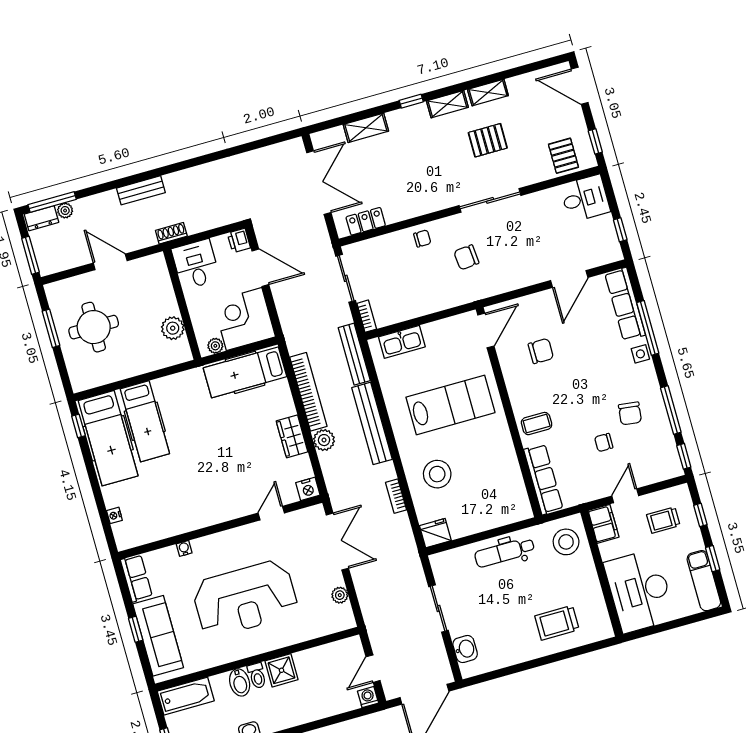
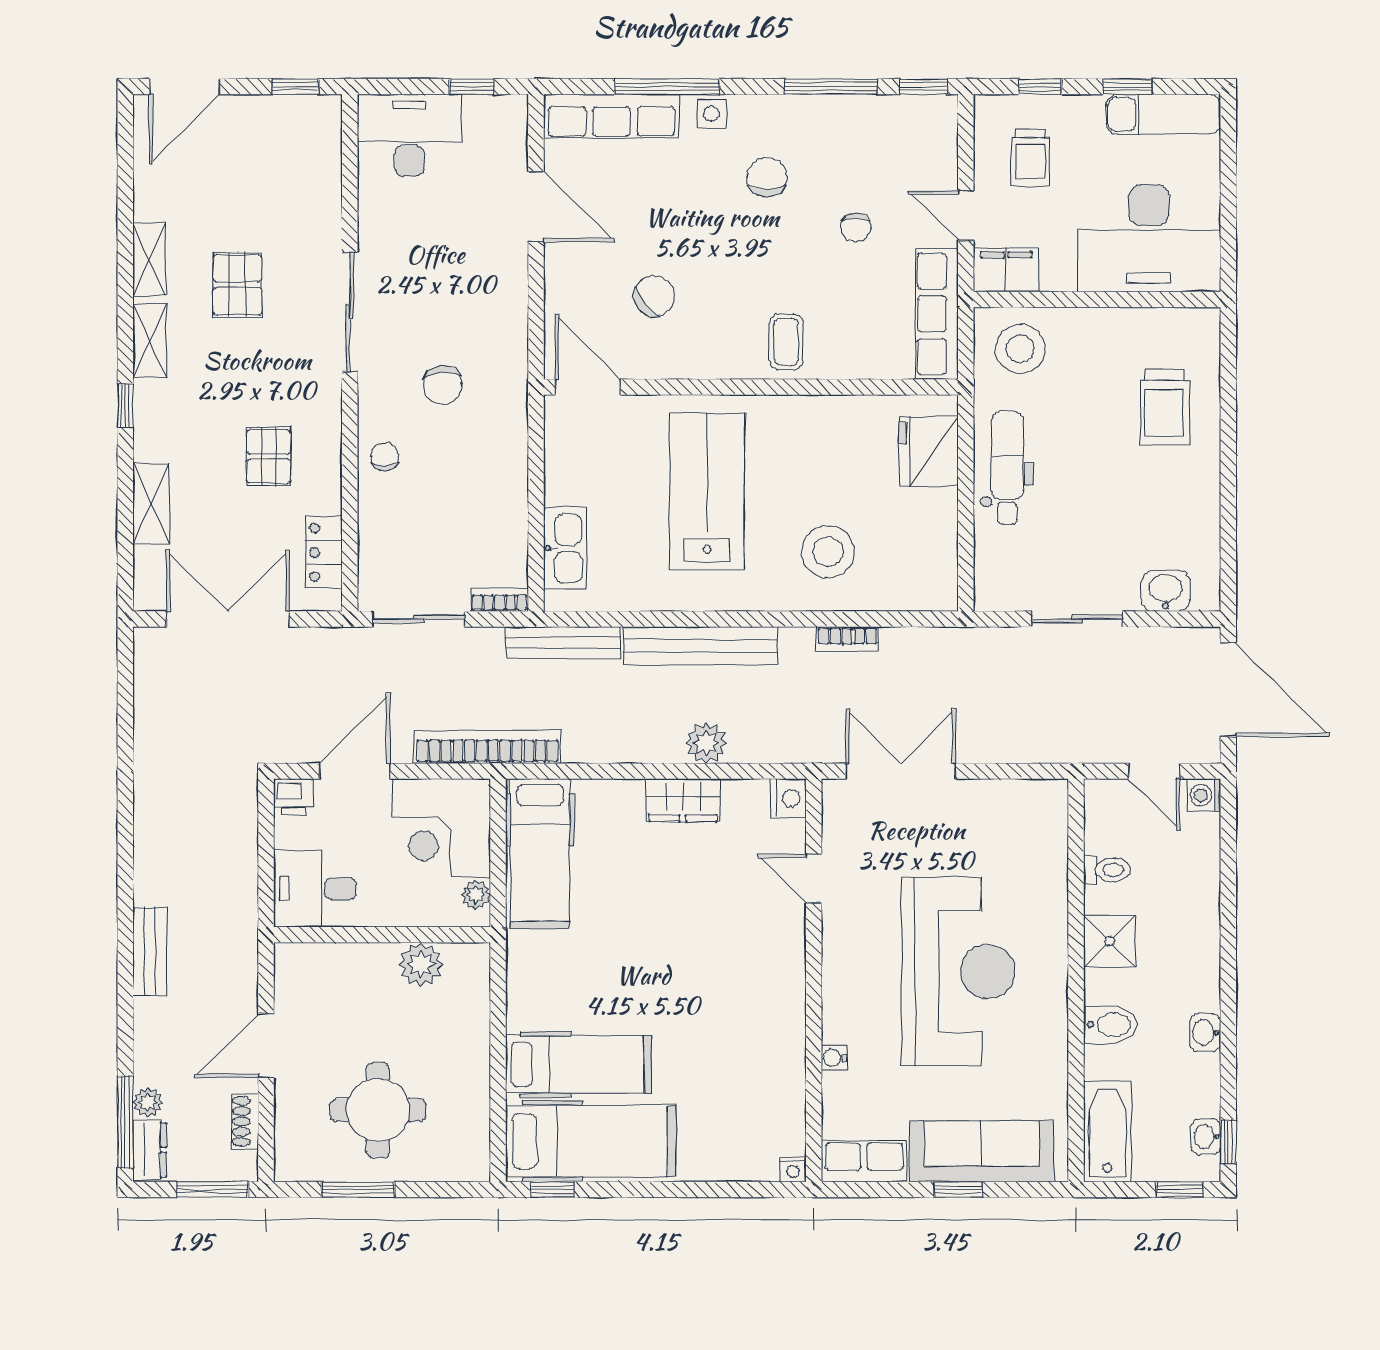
pallet: (563, 156) -> (269, 456), moved, turned 90
desk: (585, 198) -> (410, 135), width x1.37
shoe rack: (171, 233) -> (245, 1121), moved
chair: (541, 351) -> (654, 296), turned 50
bookcase: (308, 392) -> (487, 747), moved
chair: (630, 413) -> (767, 177), moved, turned -97
row of seats: (543, 479) -> (937, 314), moved, turned -90
nightstand: (114, 515) -> (793, 1169), moved
fridge: (435, 533) -> (929, 451), moved, width x1.36, depth x1.34
dental chair: (505, 552) -> (1007, 468), turned 180
plant: (340, 595) -> (1001, 794), removed
toilet: (257, 676) -> (1107, 870), moved

